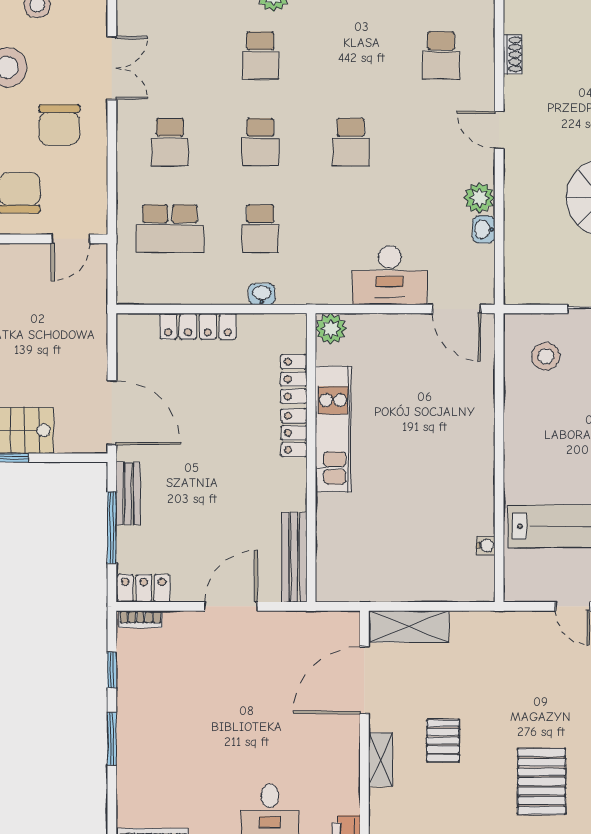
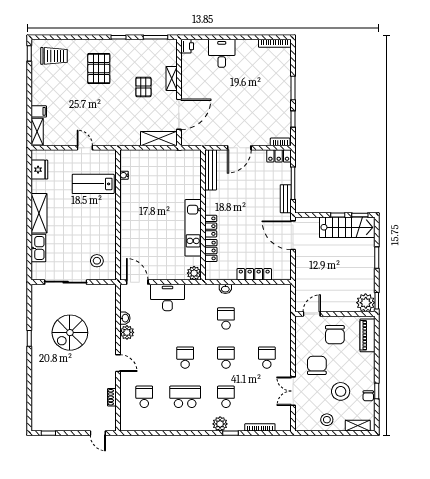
school desk: (170, 229) -> (185, 397), moved

